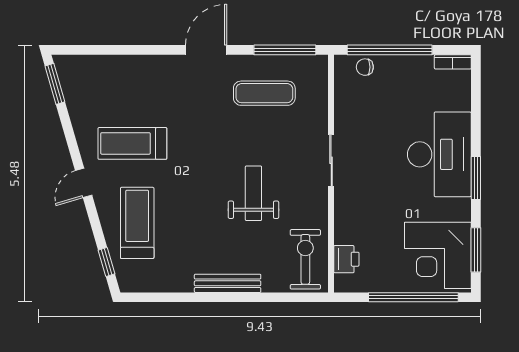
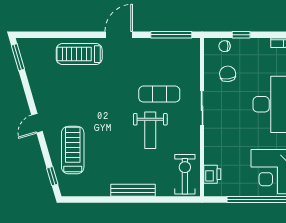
window: (390, 50) -> (241, 35), width x0.32
exercise mat: (264, 93) -> (159, 94), moved
chair: (369, 109) -> (228, 74), added
treadmill: (132, 143) -> (79, 54), moved
weight bench: (253, 193) -> (150, 130), turned 180

